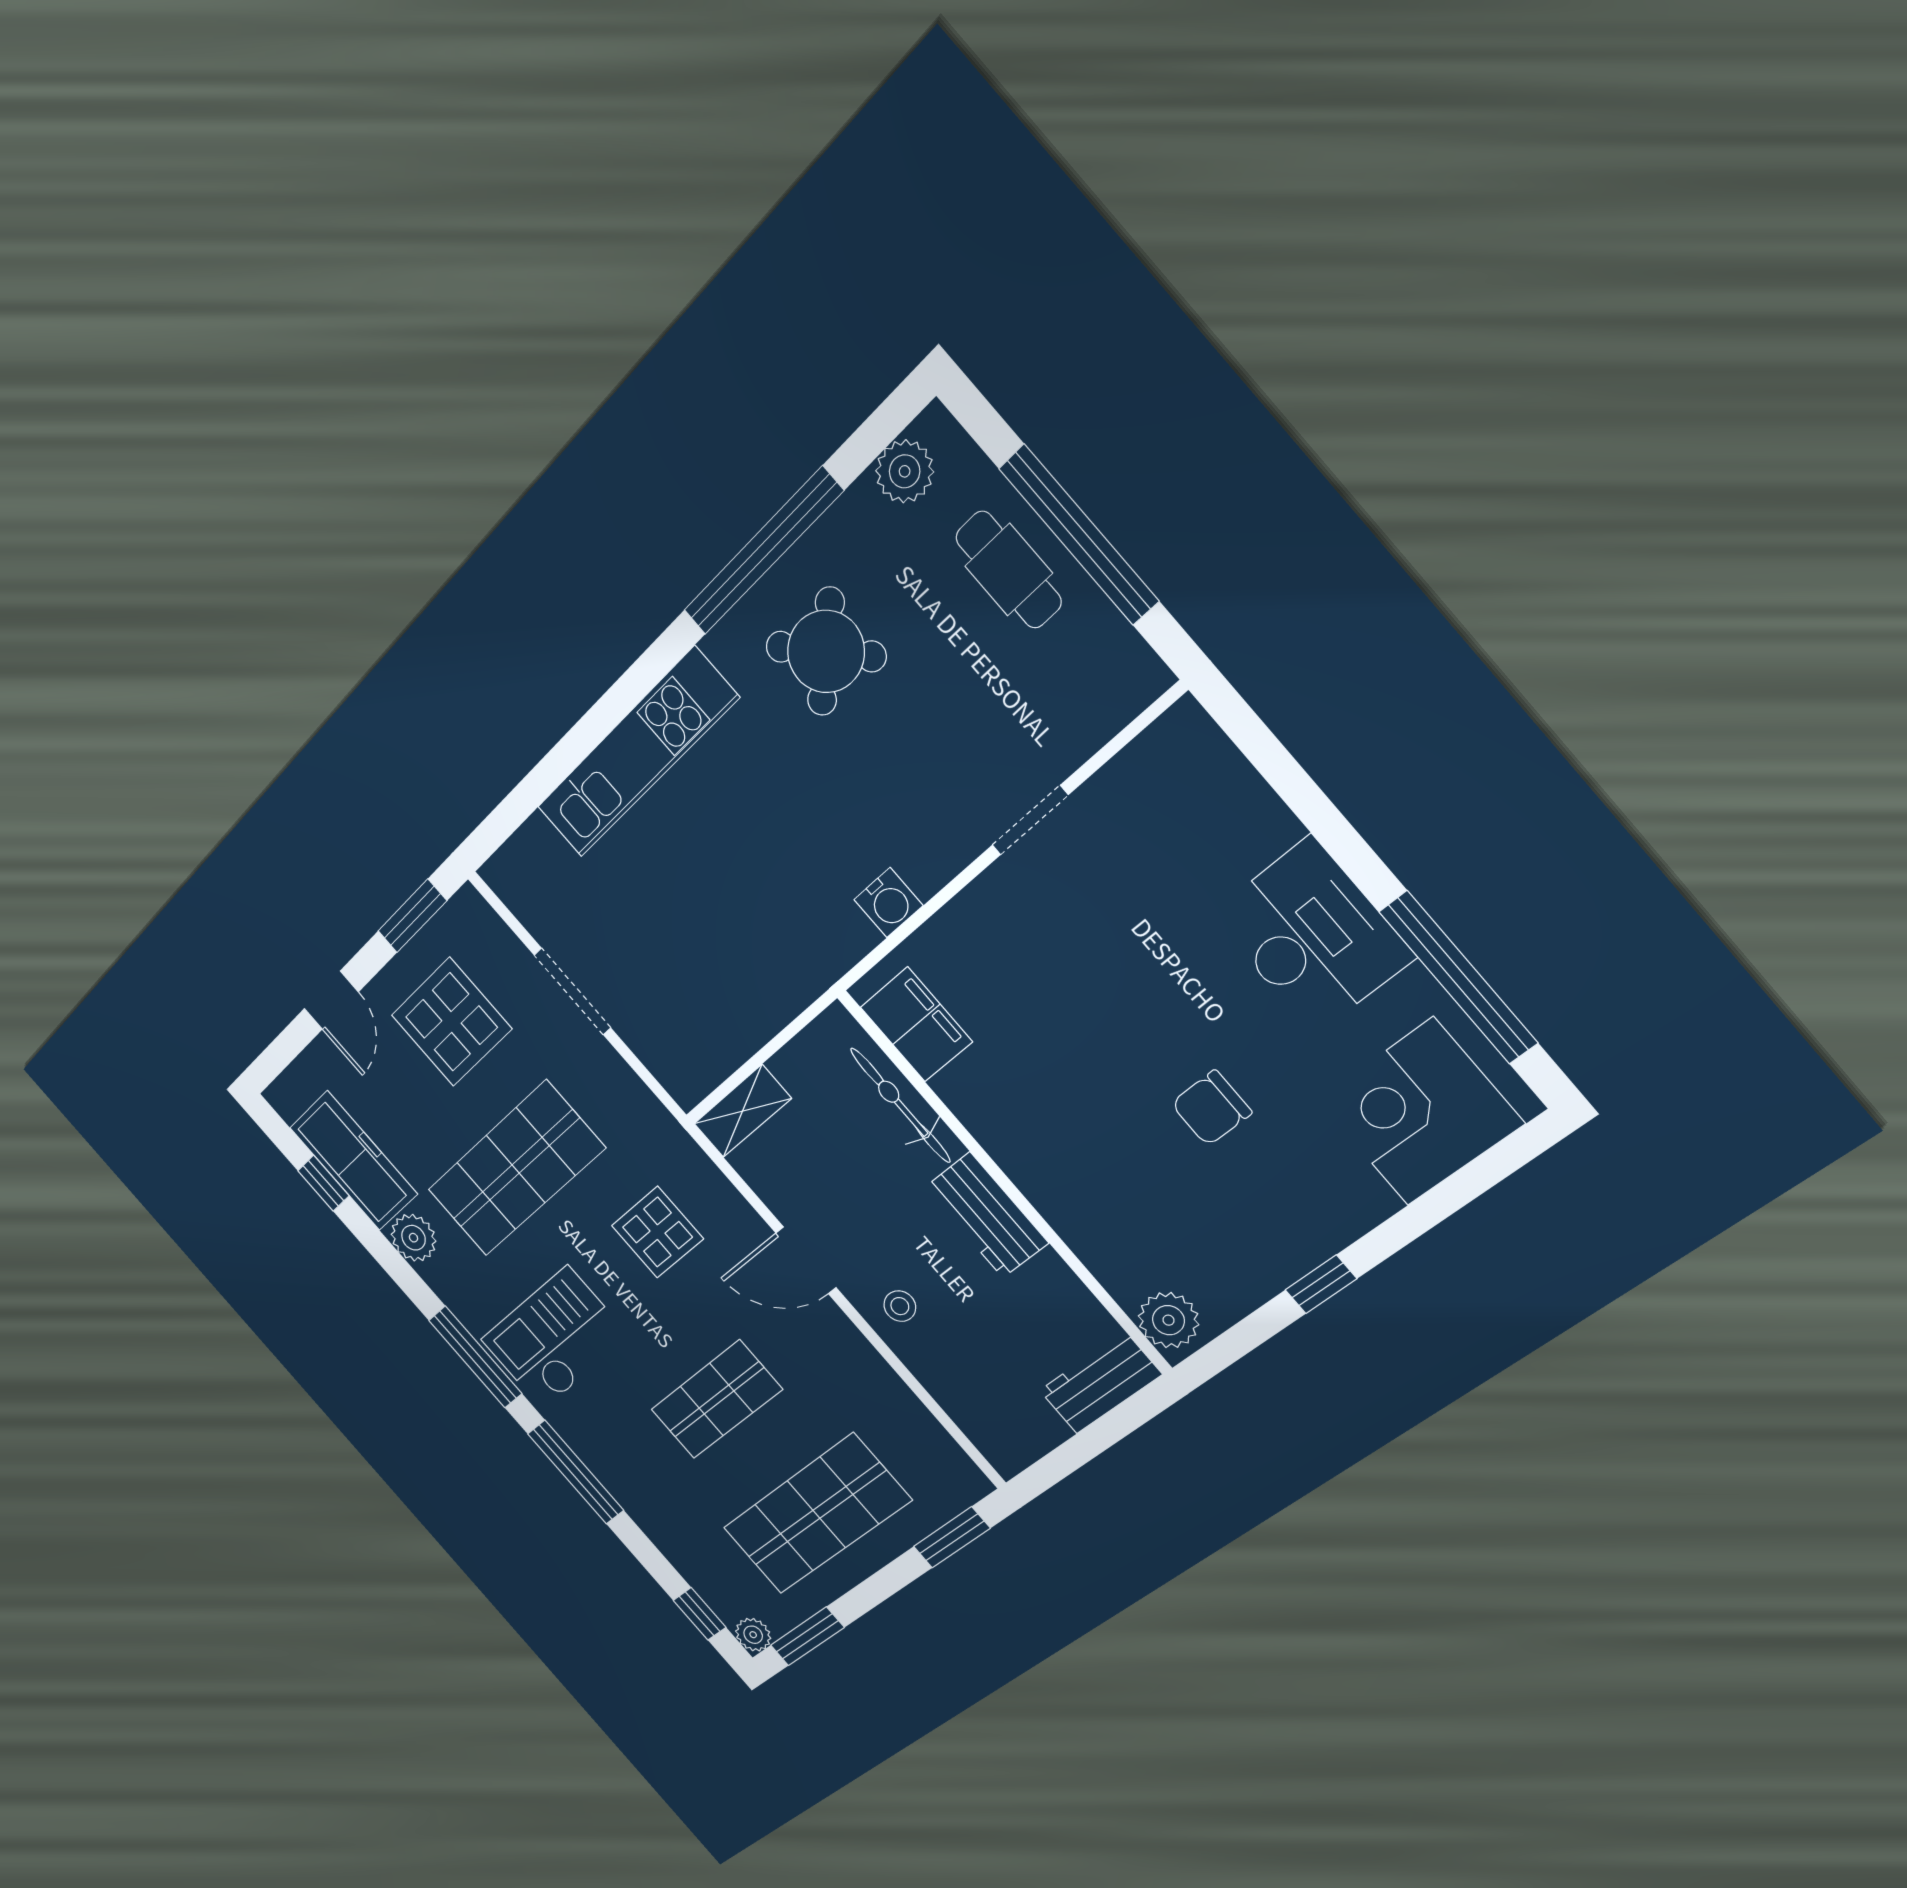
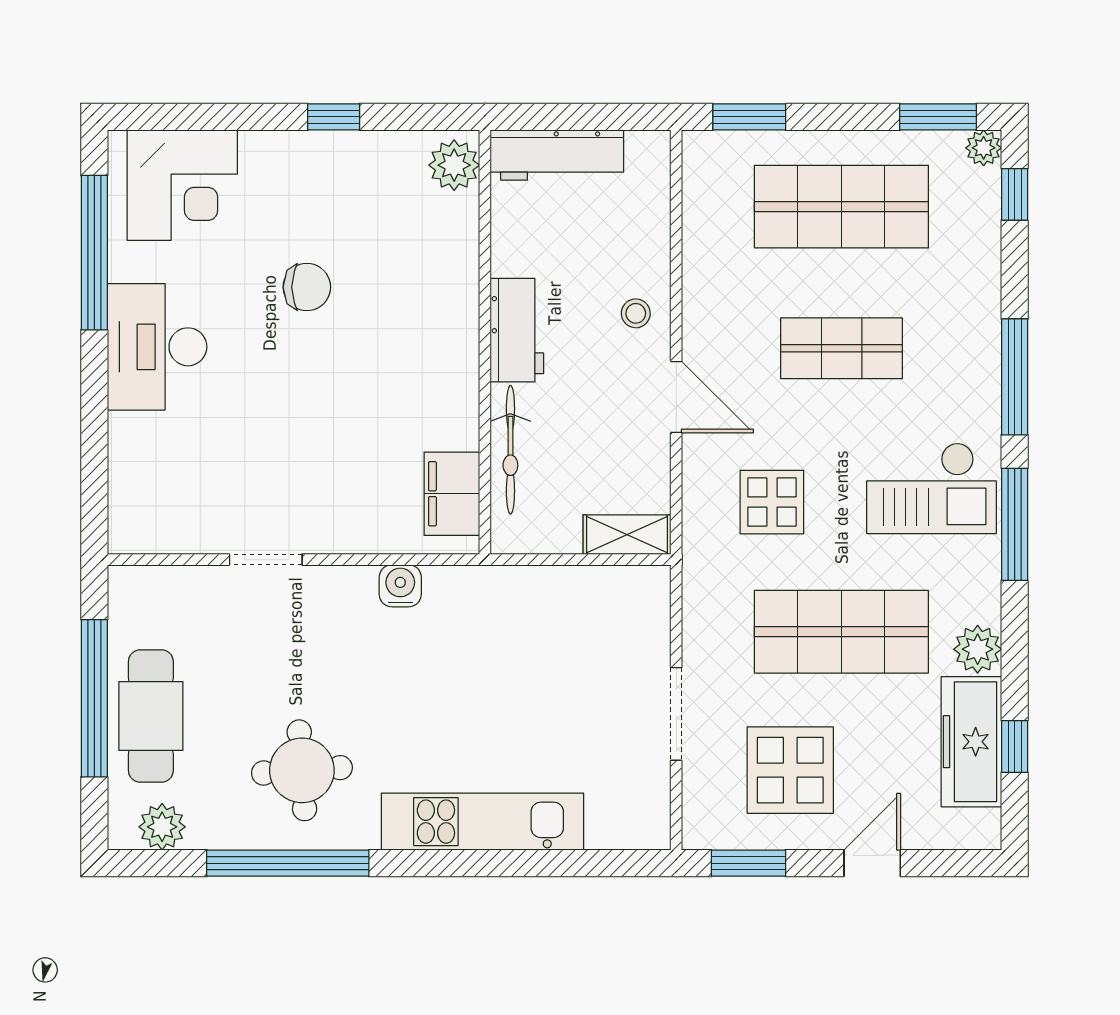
cafe table: (1009, 570) -> (151, 716), width x1.37, depth x1.35
round table: (826, 652) -> (302, 770), turned 38
workbench: (1100, 1382) -> (557, 155), width x1.38

